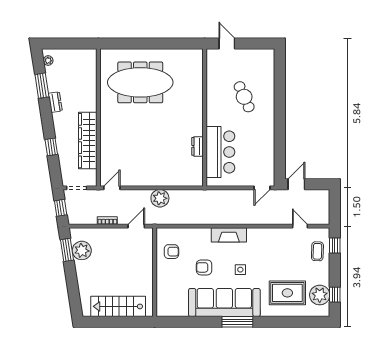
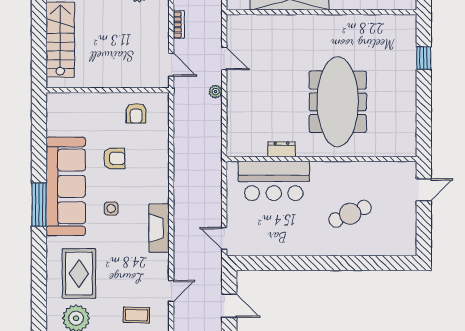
window: (132, 44) -> (424, 58), added
meeting table: (140, 82) -> (338, 102), moved
door: (296, 184) -> (229, 306), moved
door: (112, 188) -> (224, 58), moved
plant: (160, 198) -> (216, 92), width x0.53, depth x0.53
fireplace: (229, 235) -> (159, 228), moved
armchair: (204, 267) -> (114, 158), turned 90

